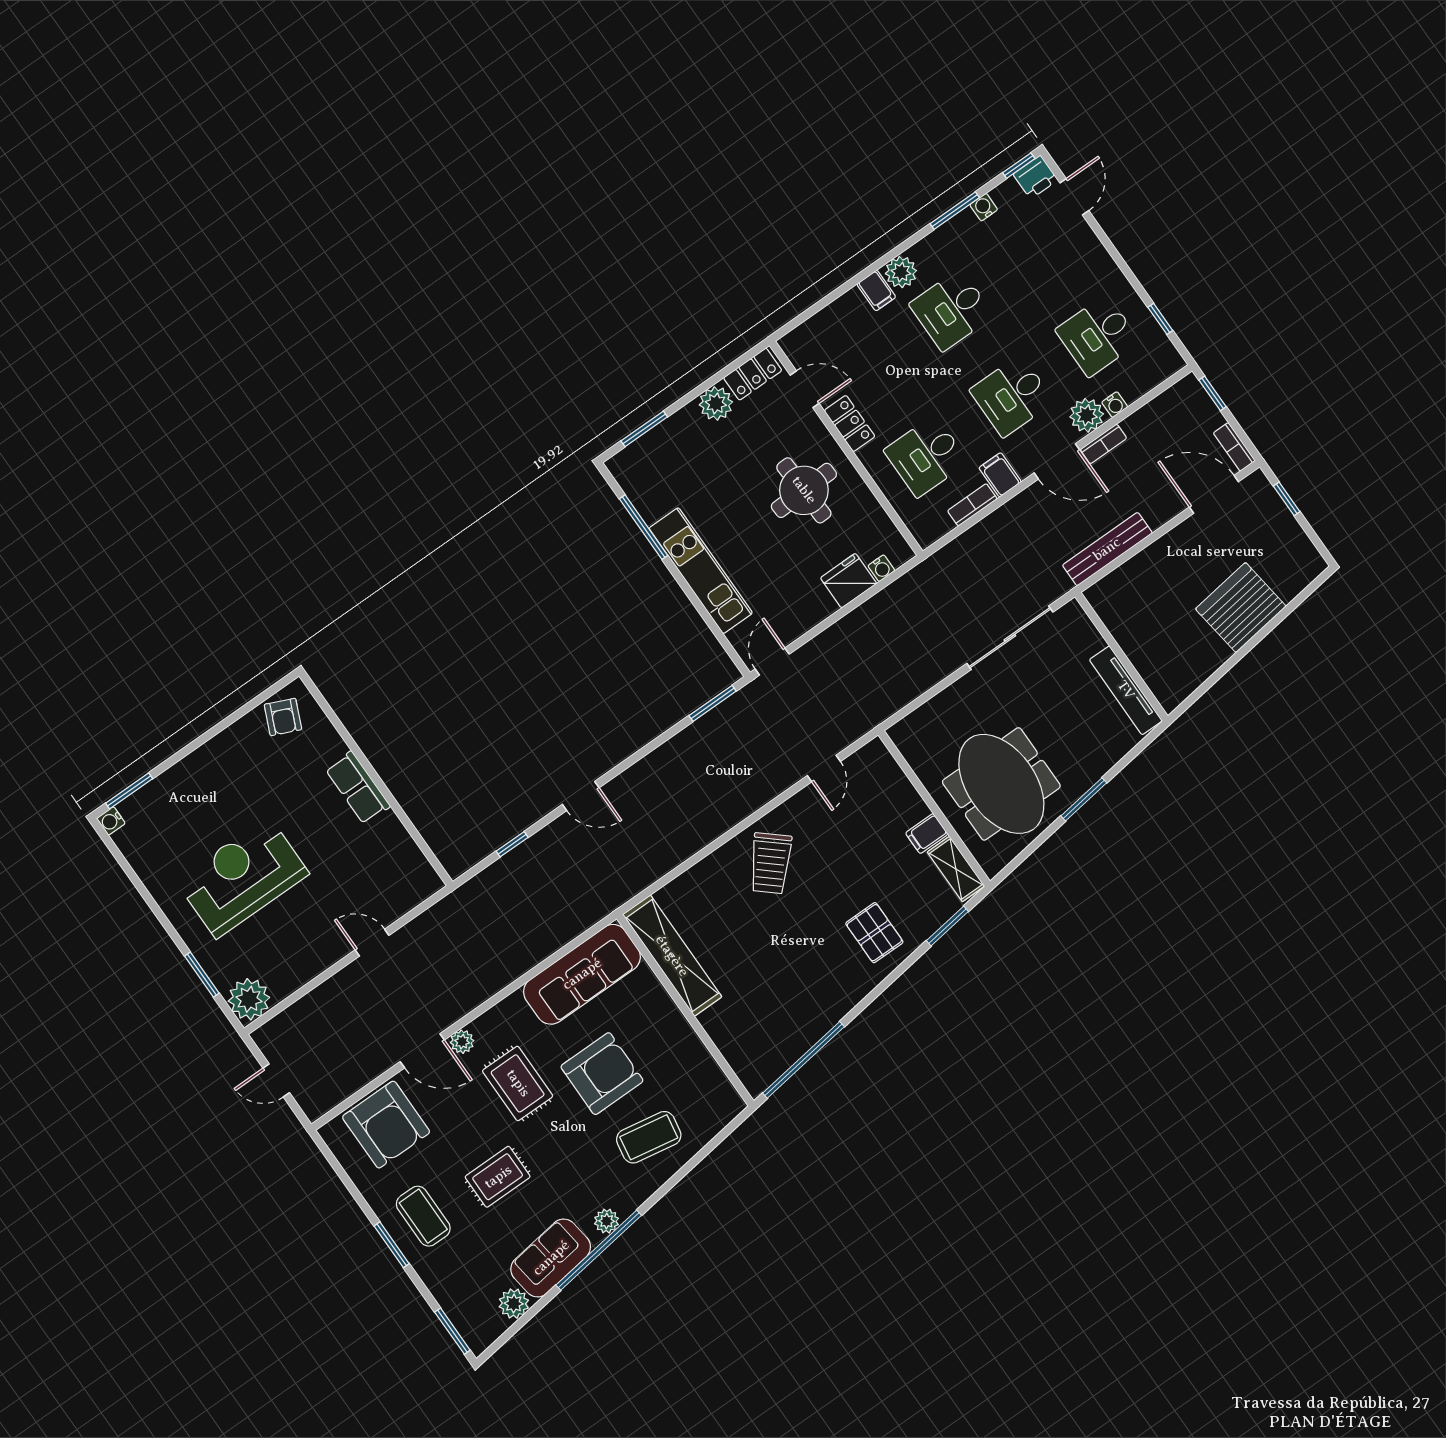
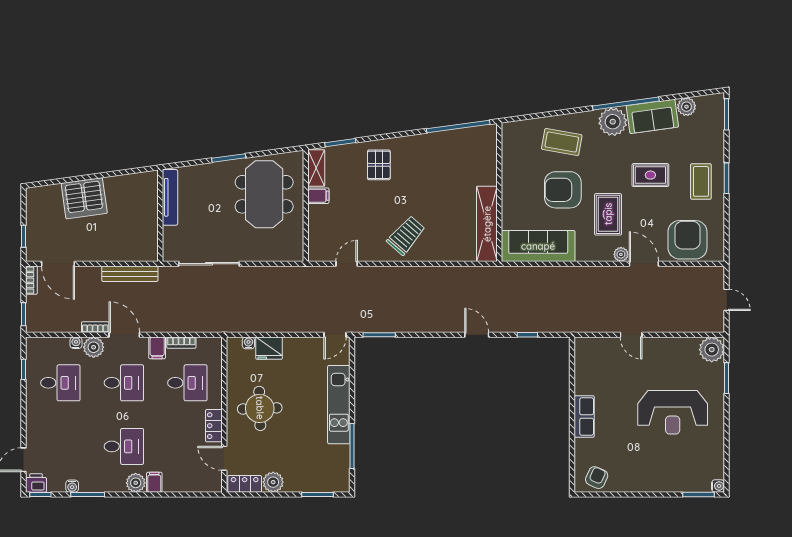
plant: (607, 1221) -> (613, 122), width x1.88, depth x1.88

